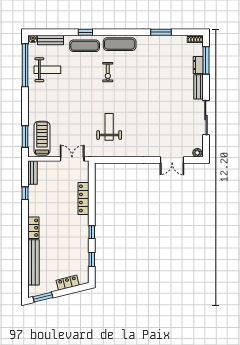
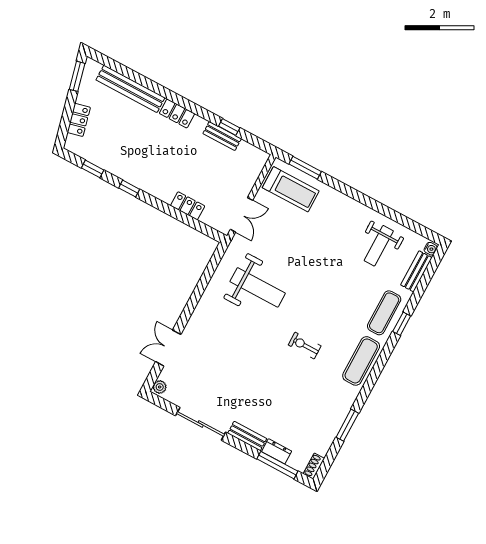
window: (25, 65) -> (401, 219), removed
exercise bike: (108, 72) -> (305, 345), moved
weight bench: (109, 127) -> (258, 287), width x1.36, depth x1.33
bench: (32, 172) -> (222, 136), moved
locker: (84, 198) -> (188, 206), width x0.66

